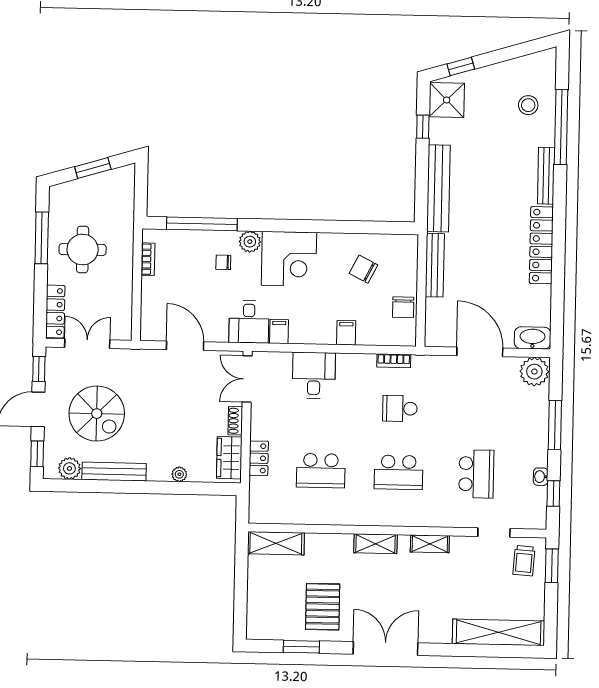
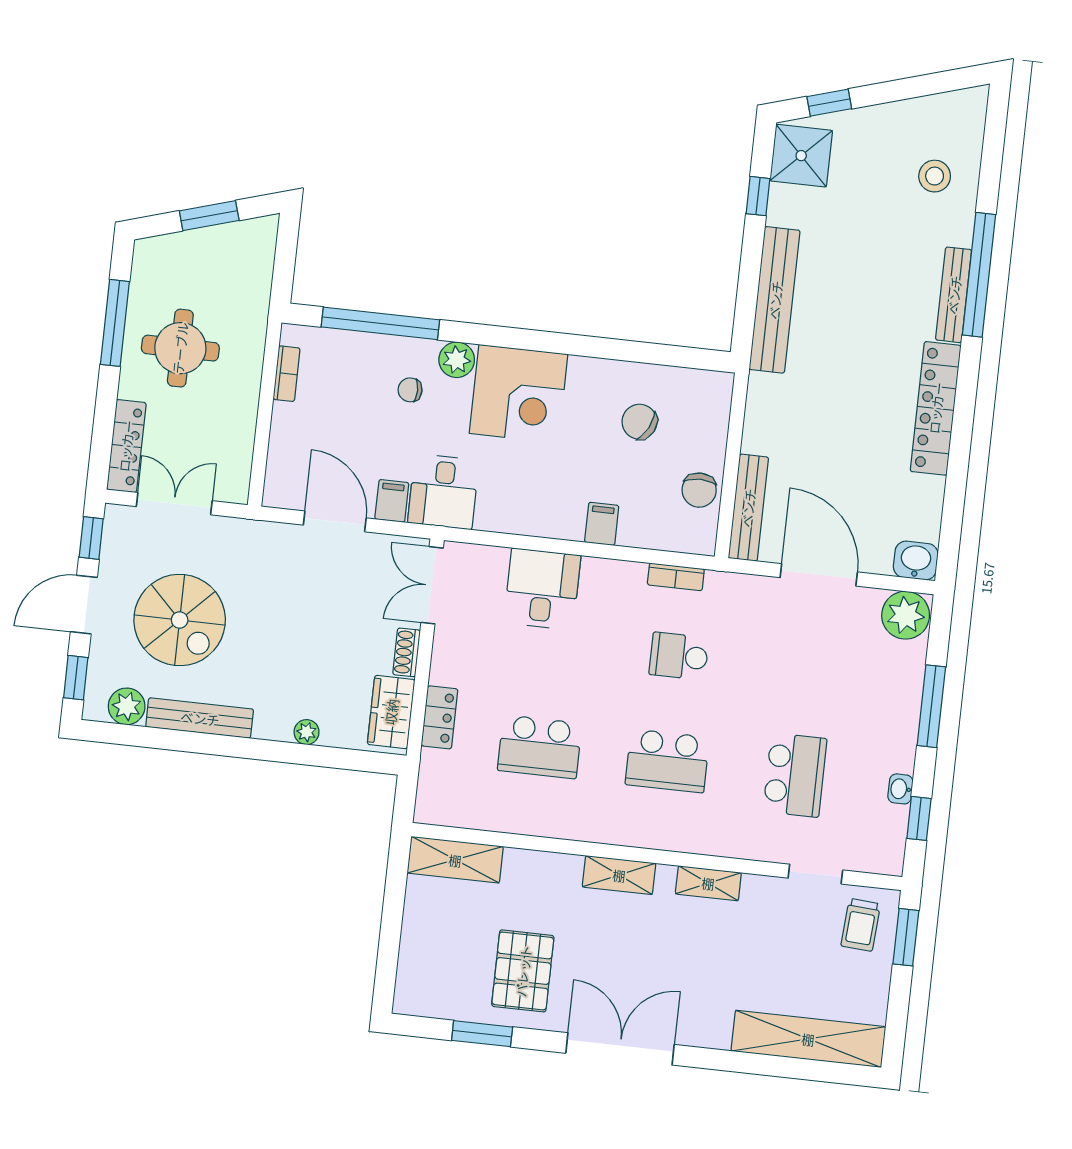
window: (561, 127) -> (979, 275), moved
bench: (435, 265) -> (748, 508), moved
filing cabinet: (279, 332) -> (392, 501), moved
washbasin: (533, 338) -> (916, 561), width x0.72

